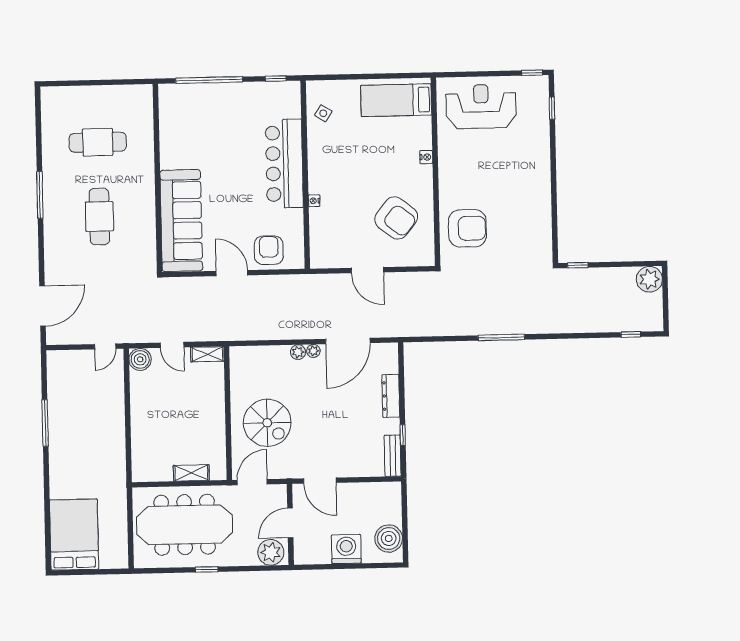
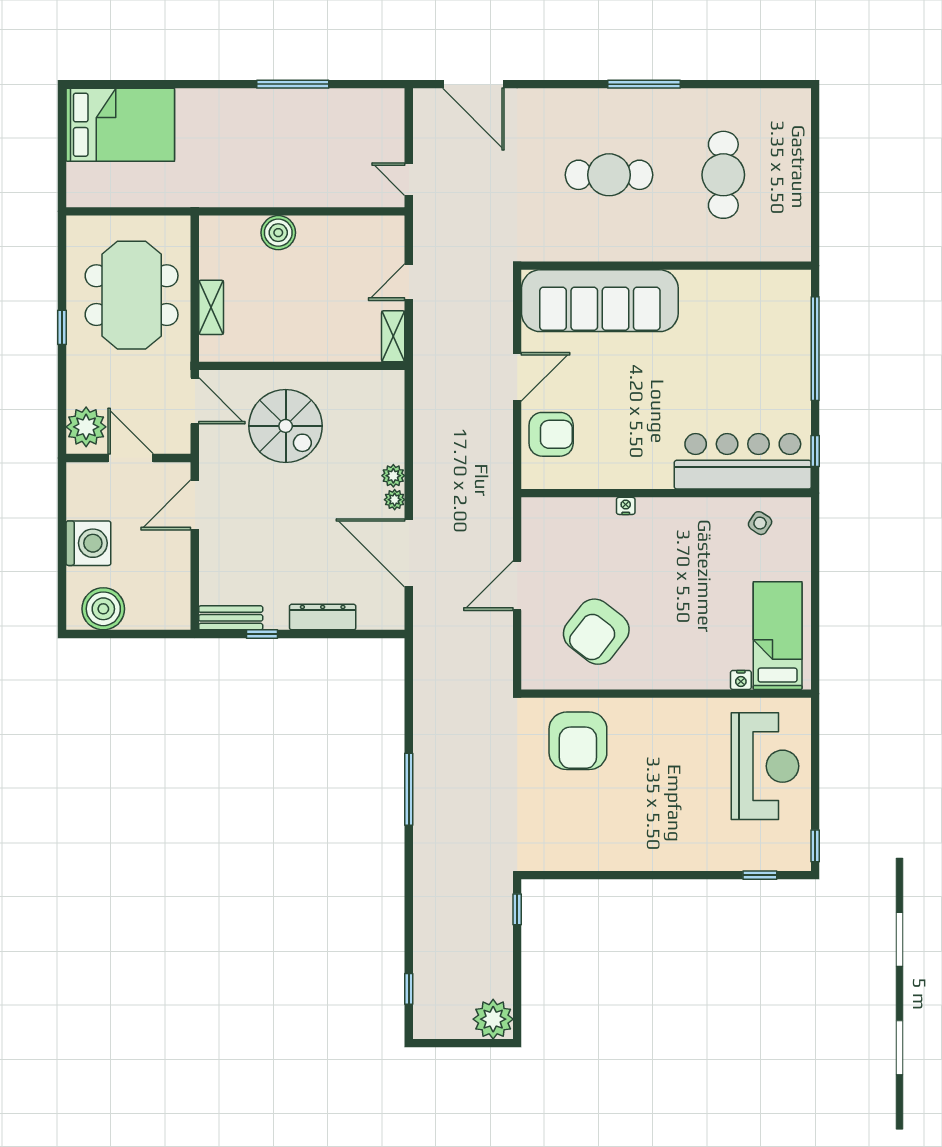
nightstand: (426, 157) -> (741, 680), moved
bar counter: (284, 164) -> (743, 461), moved
boiler: (140, 359) -> (278, 233), moved
spiral stairs: (267, 423) -> (286, 426), turned -90
meeting table: (185, 525) -> (132, 295), width x0.73

